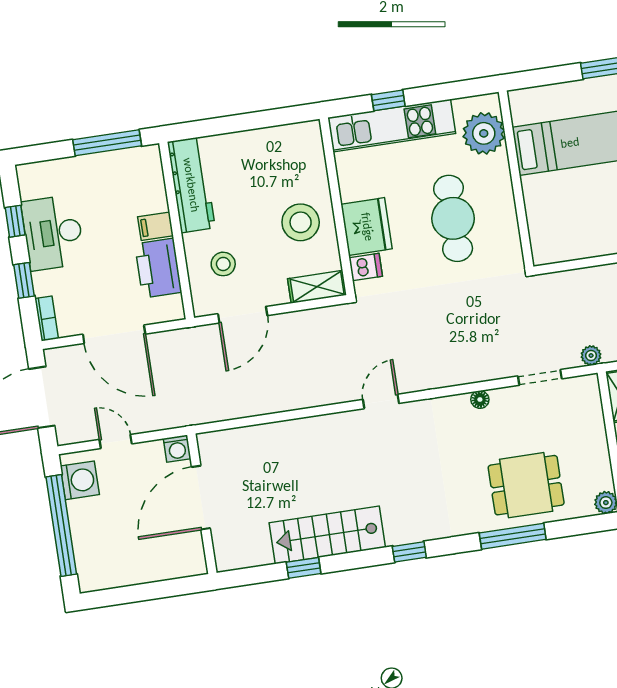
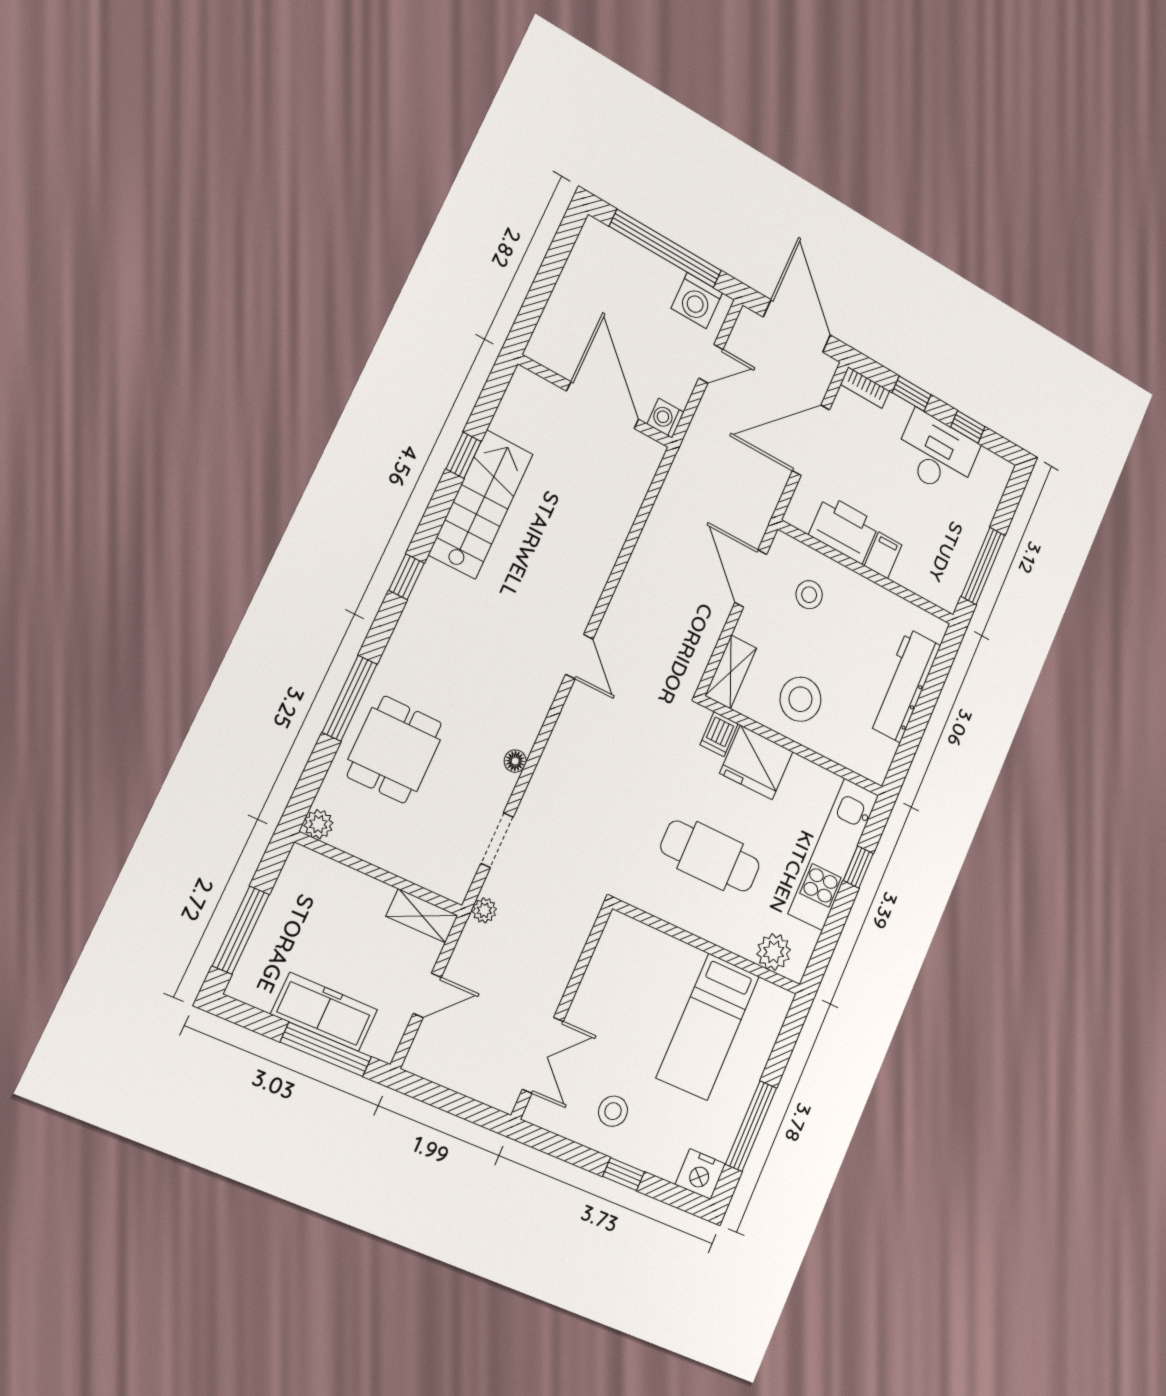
plant: (484, 133) -> (774, 952), width x0.73, depth x0.73
workbench: (191, 185) -> (904, 685), moved, turned 90

